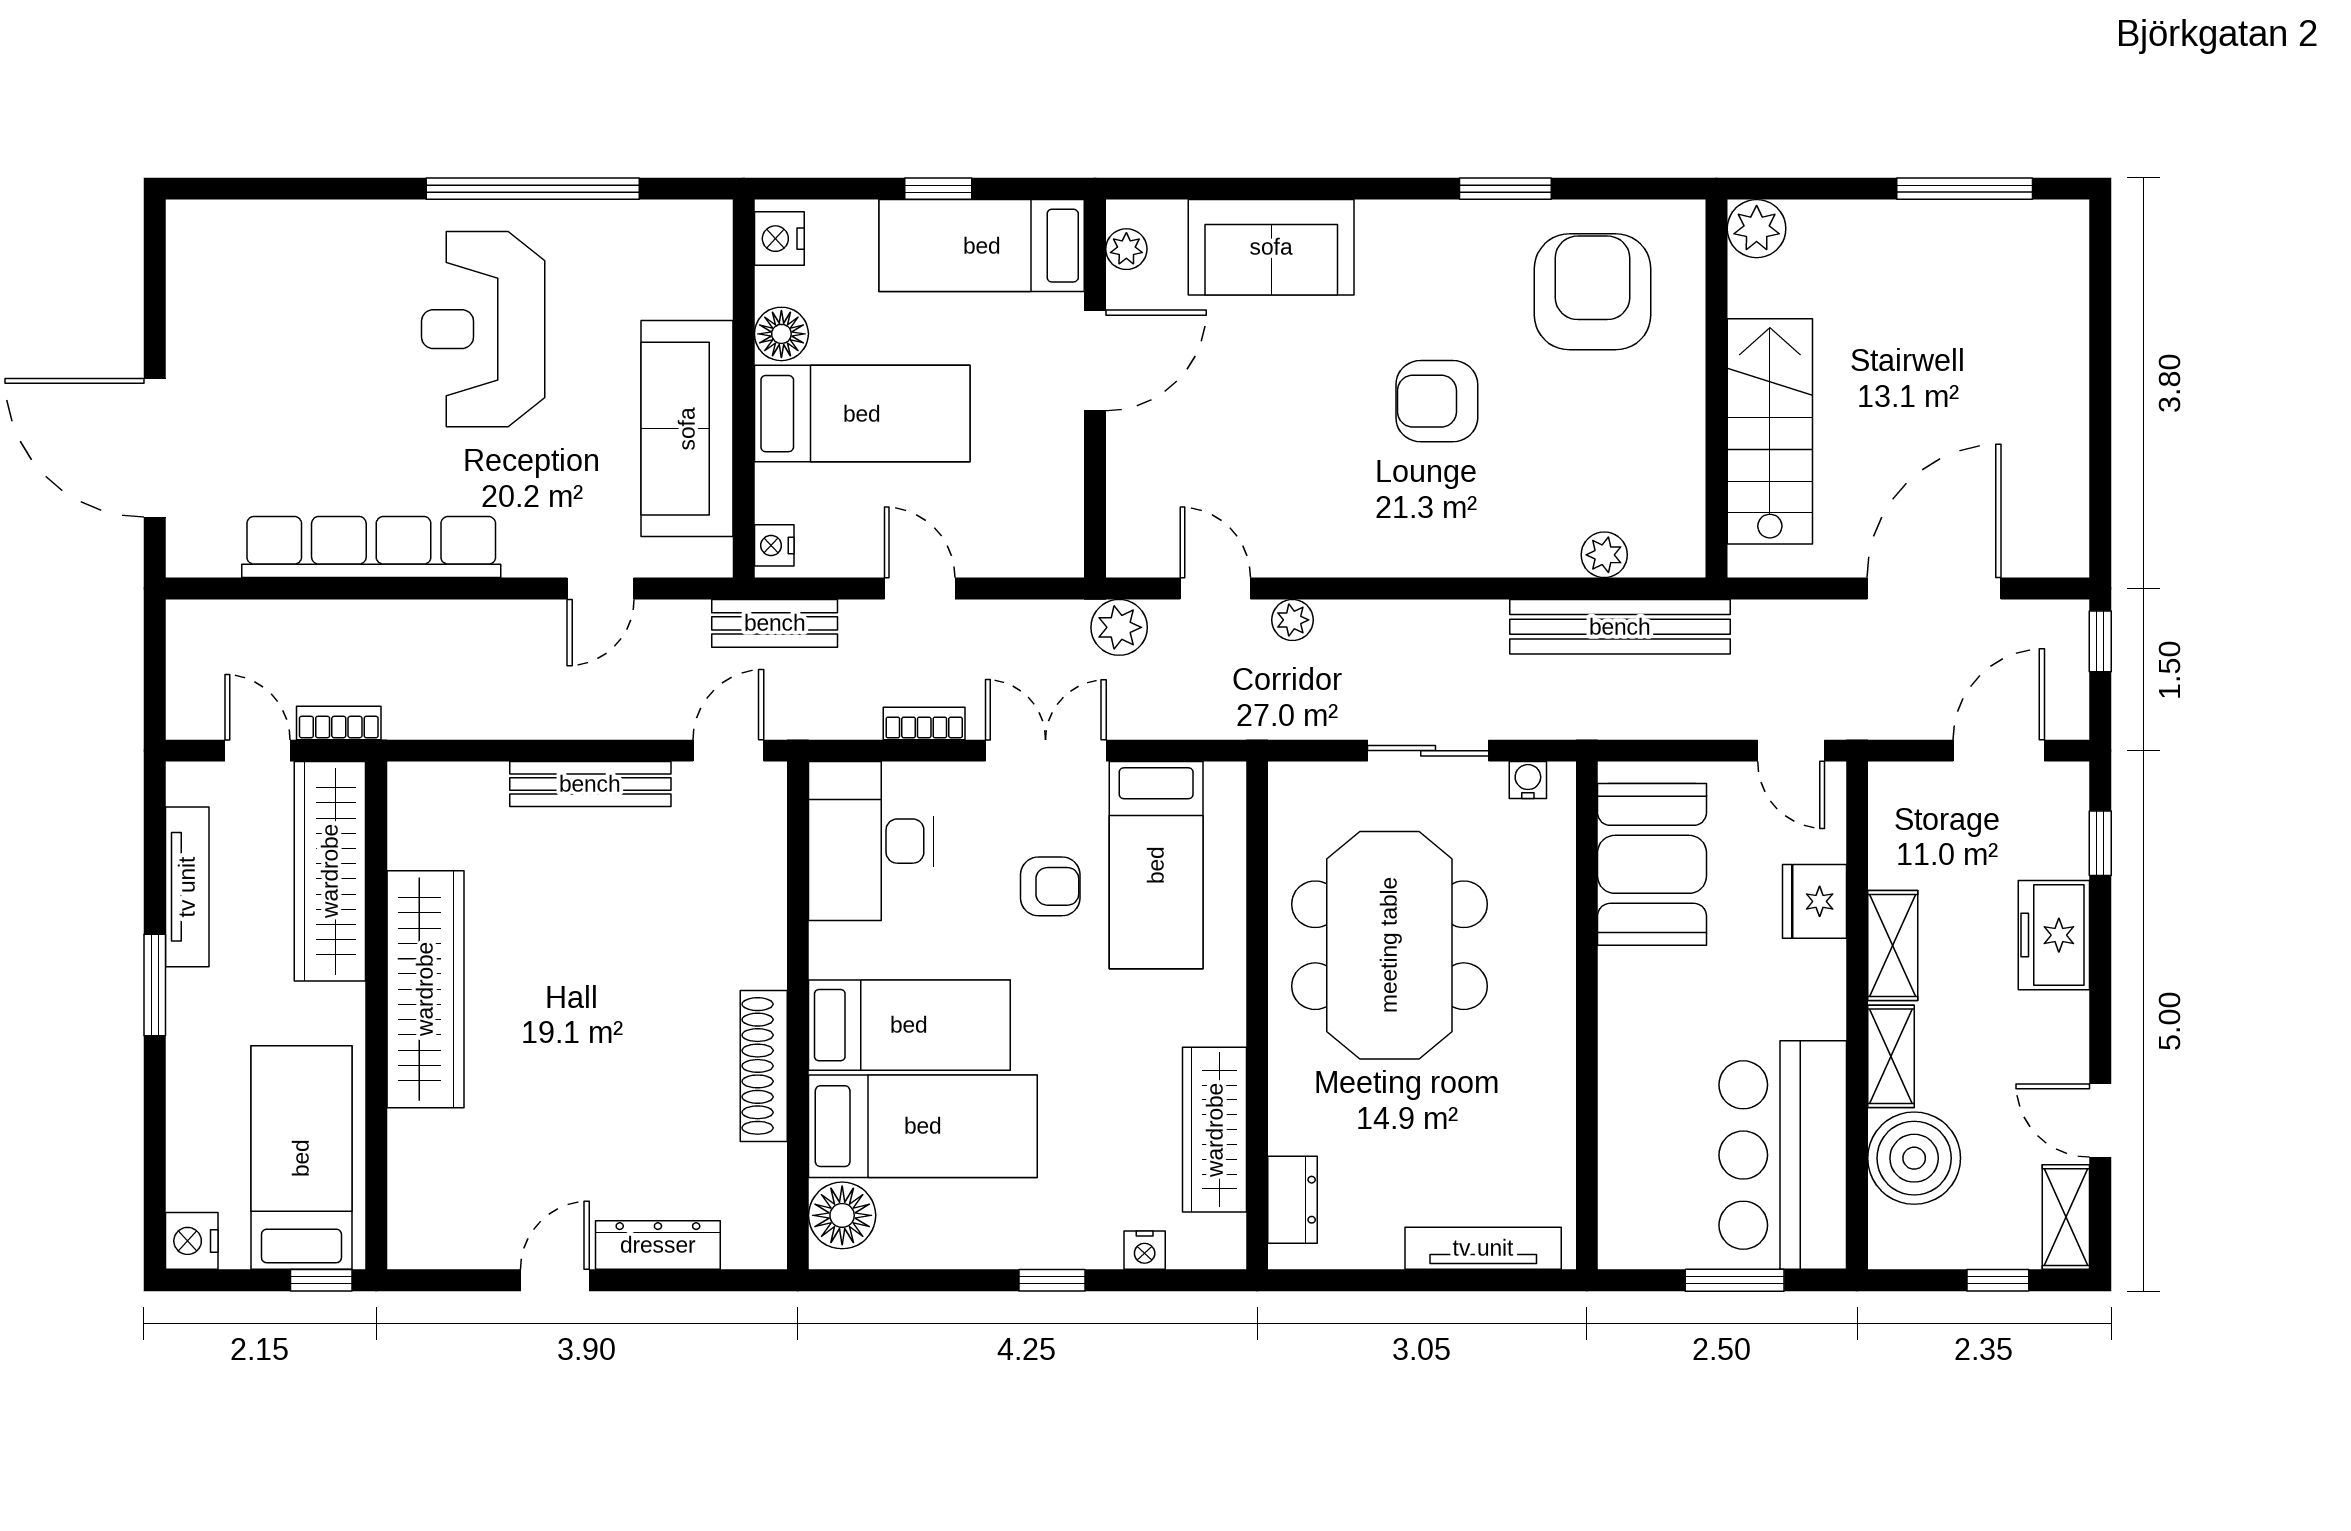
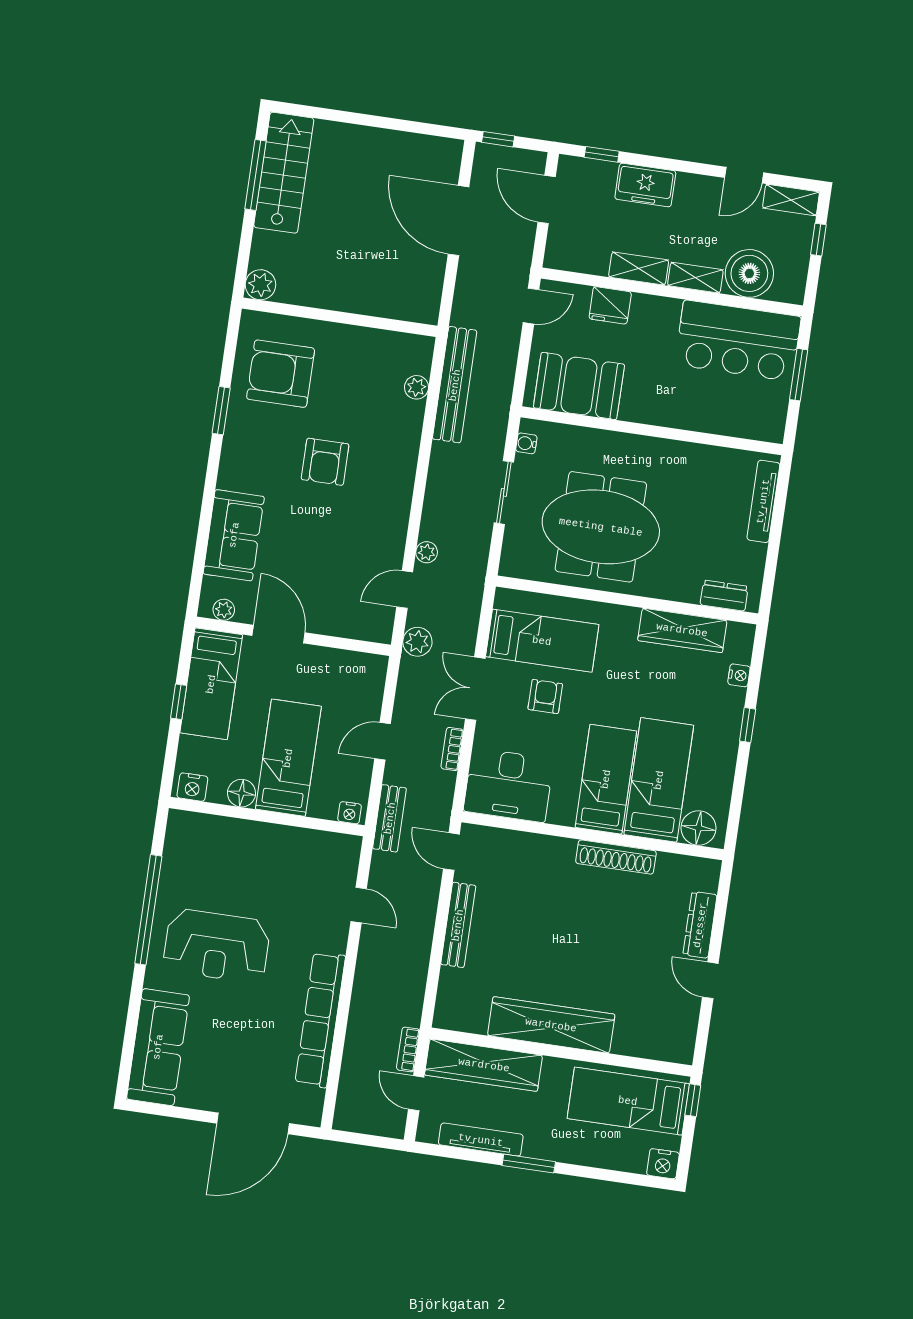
sofa: (687, 429) -> (158, 1047), moved, turned -90
stairs: (1770, 431) -> (284, 173), moved, turned 90
door: (258, 751) -> (416, 1093), hinge flipped

